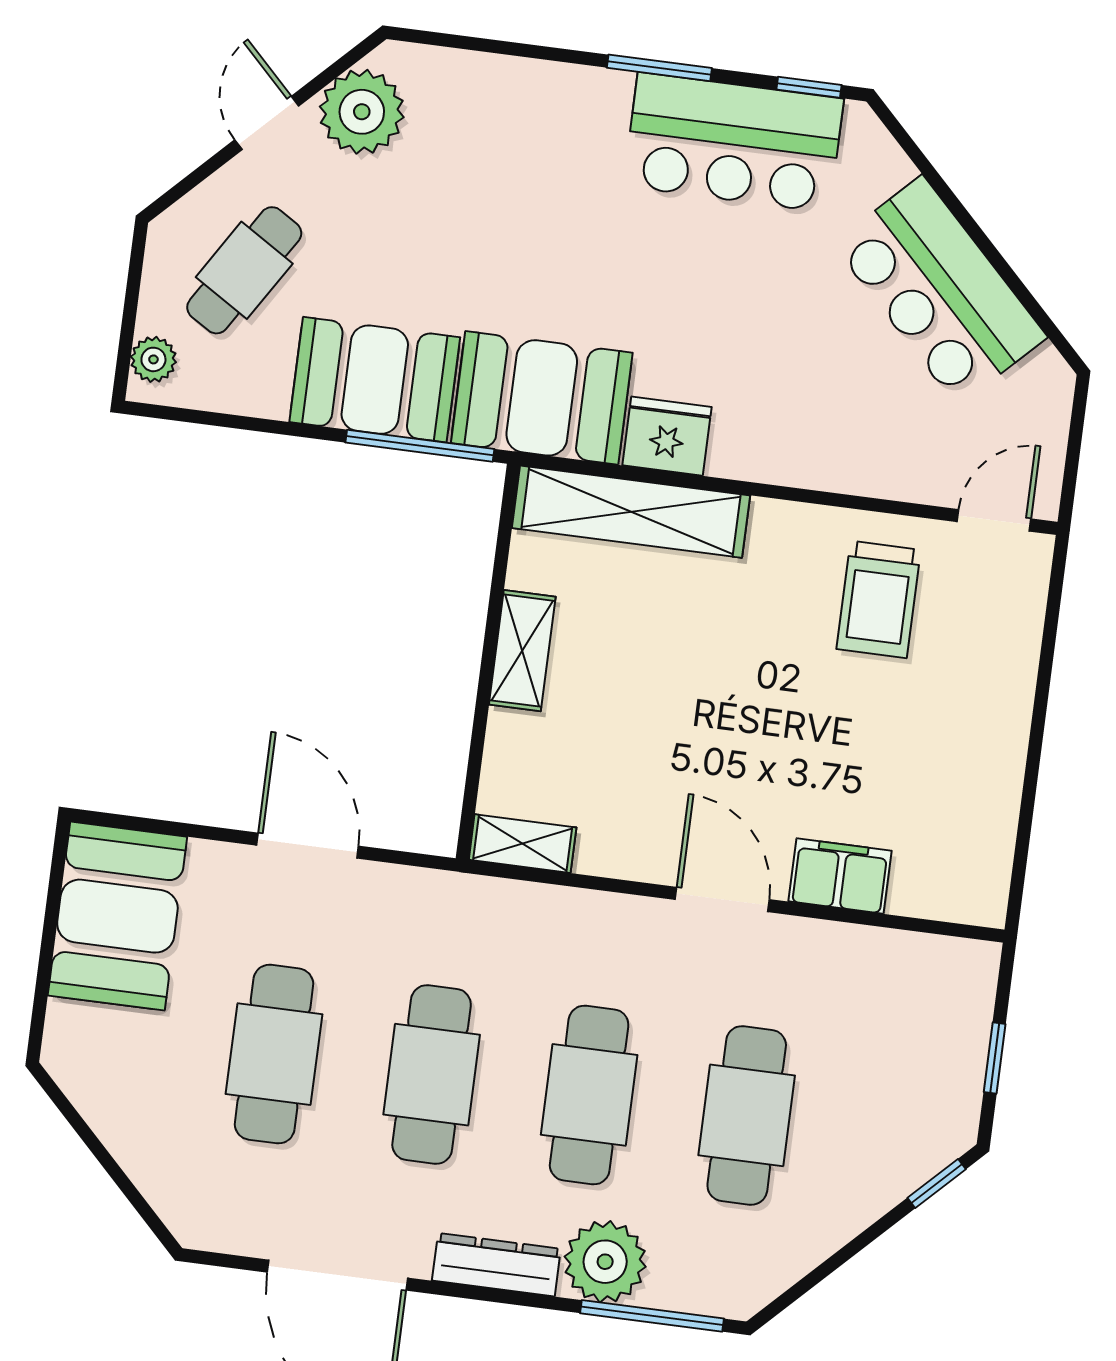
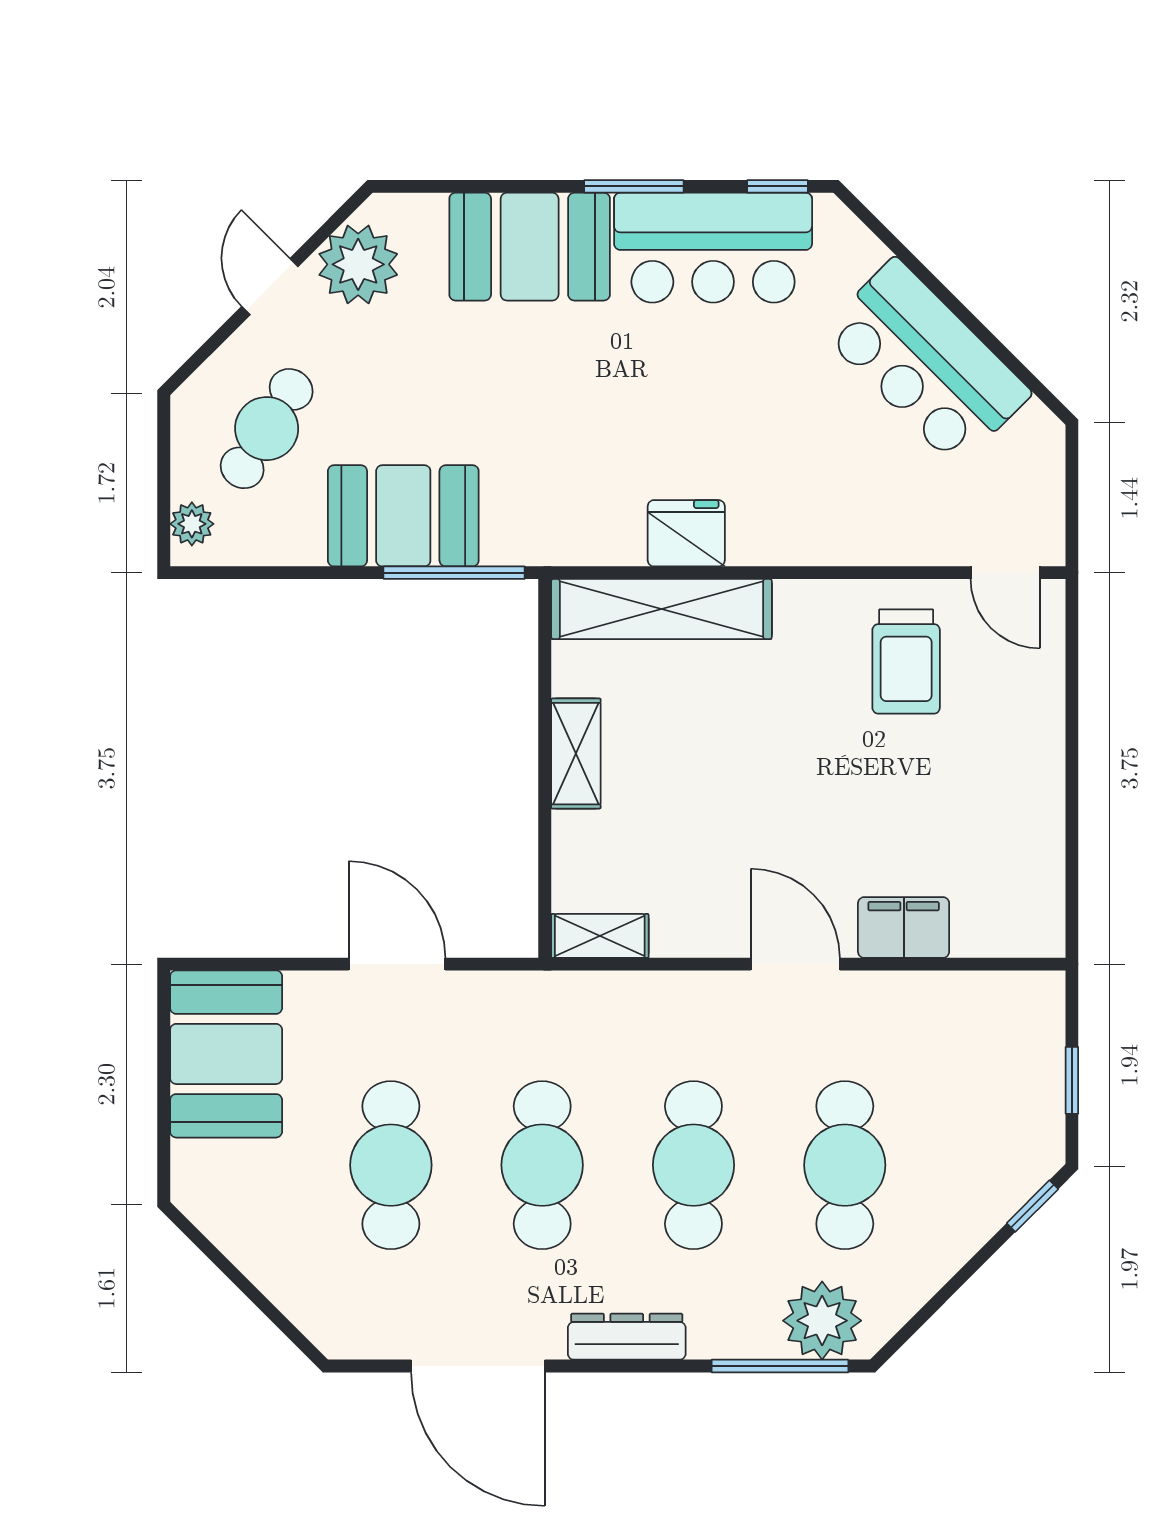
booth: (542, 398) -> (530, 247), moved
door: (994, 520) -> (1005, 573), swing flipped
plant: (605, 1262) -> (822, 1321), moved

